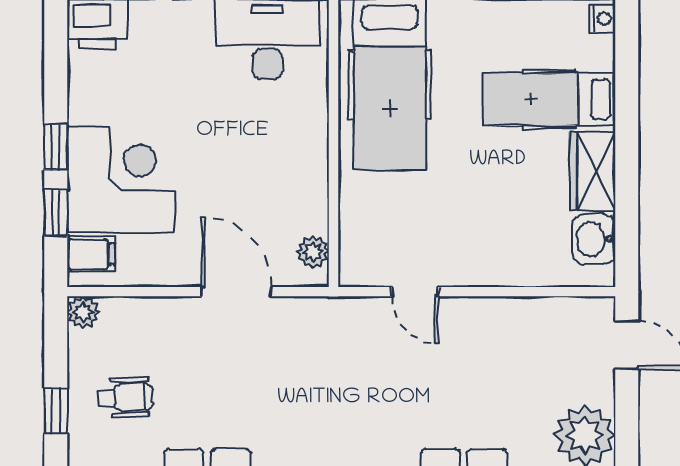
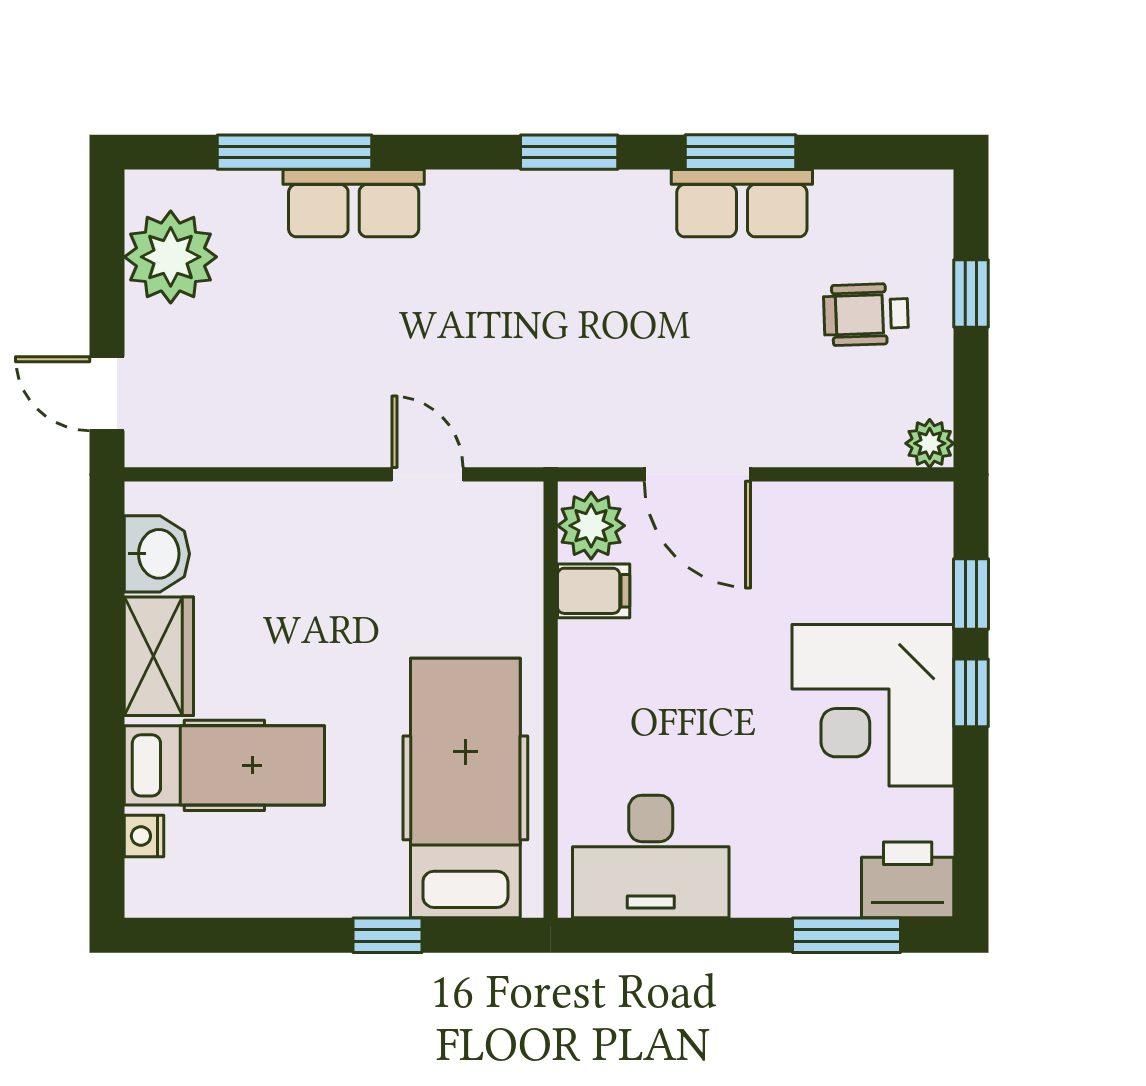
nightstand: (602, 18) -> (144, 836), moved
corner desk: (121, 180) -> (873, 705), moved
plant: (313, 252) -> (591, 526), width x1.38, depth x1.38
filing cabinet: (91, 254) -> (594, 591), moved, turned 180

